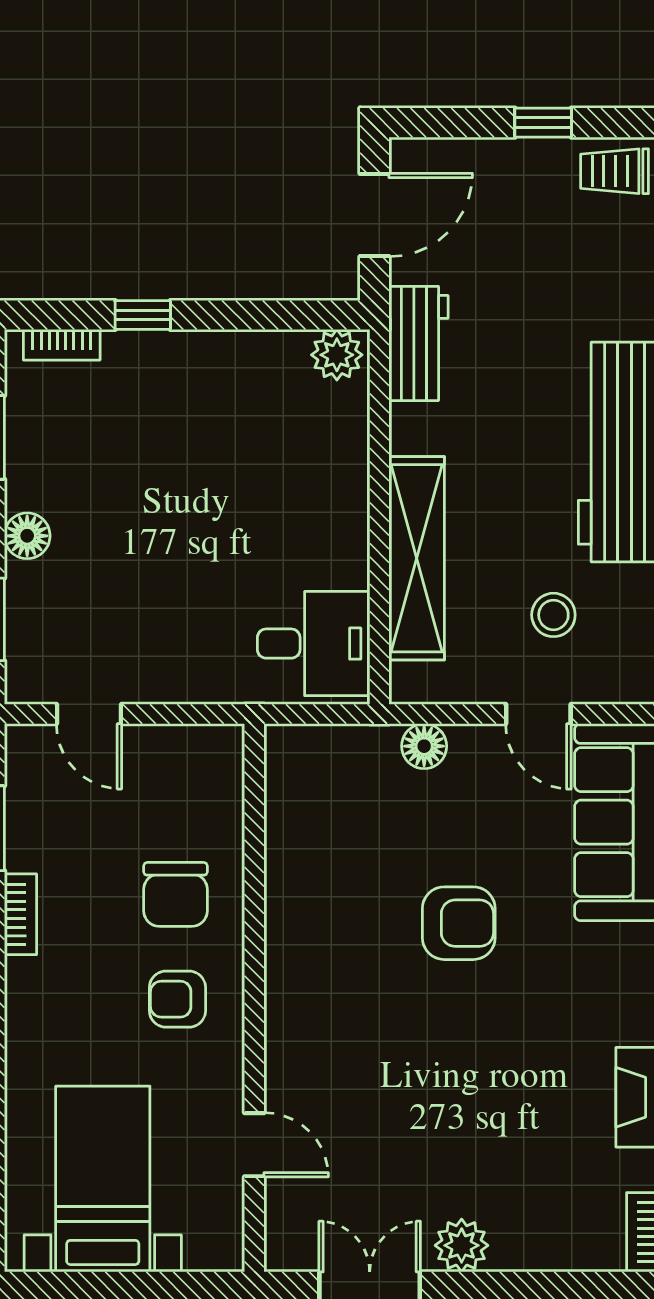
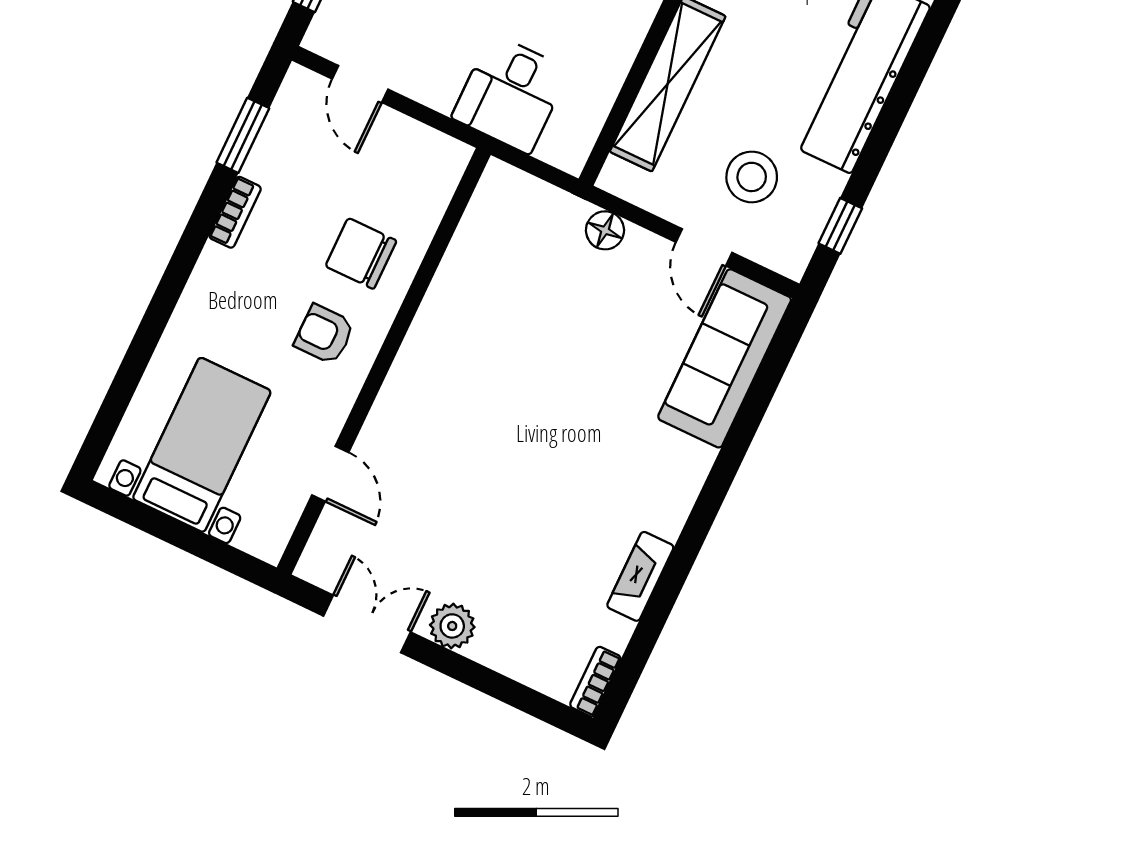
stool: (553, 615) -> (752, 177), width x1.38, depth x1.38
desk: (314, 644) -> (510, 94), moved, turned 90
chair: (175, 894) -> (361, 253), turned 90
armchair: (459, 923) -> (567, 378), removed

